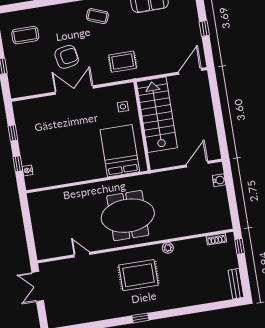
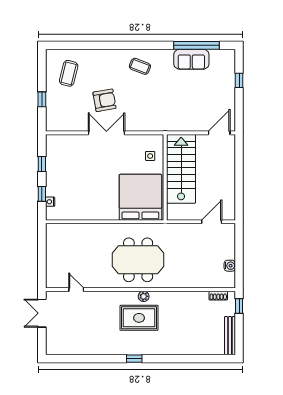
window: (204, 29) -> (239, 80), moved
coffee table: (25, 35) -> (69, 73), turned -76
rug: (123, 62) -> (157, 113), removed
bed: (120, 151) -> (140, 197), width x1.36
water cooler: (219, 180) -> (230, 266), moved
plant: (168, 248) -> (144, 296), moved
door: (82, 255) -> (76, 290), moved
bench: (236, 284) -> (230, 336), width x1.36

